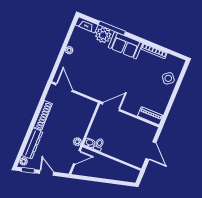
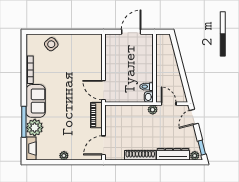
piano: (150, 116) -> (96, 115), moved
door: (47, 173) -> (194, 117), moved

